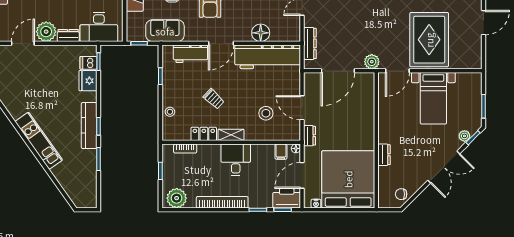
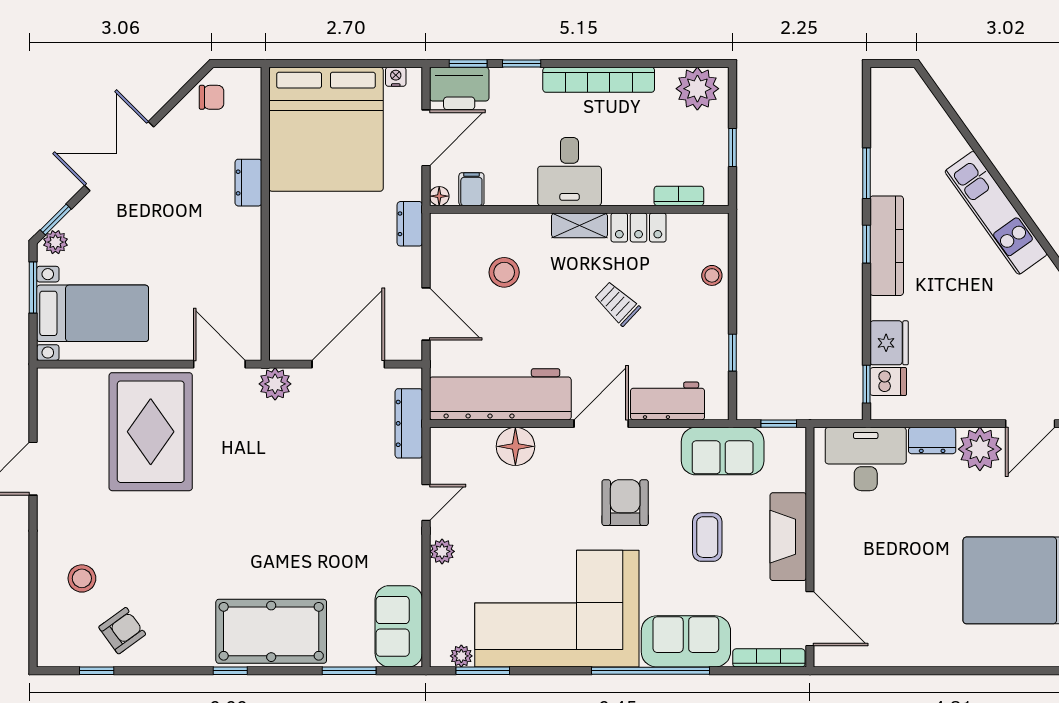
door: (397, 71) -> (219, 364), hinge flipped
bed with nightstands: (433, 98) -> (93, 313), moved, turned 90
door: (302, 108) -> (426, 314), moved
plant: (464, 136) -> (55, 242), moved

